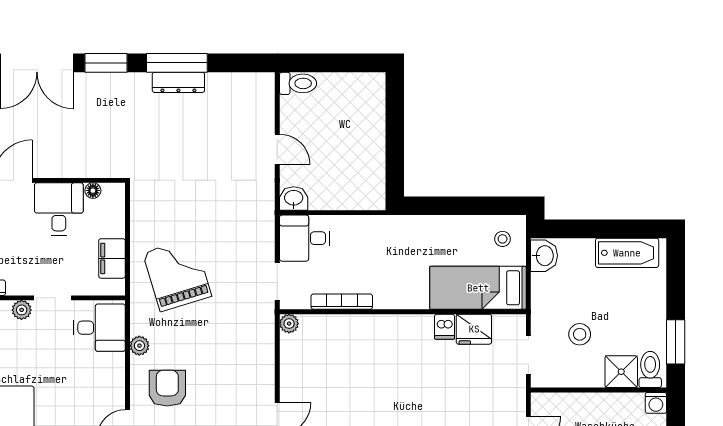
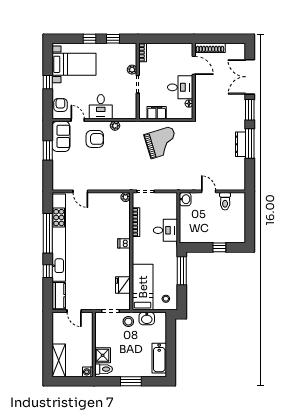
toilet: (298, 83) -> (225, 201), moved
window: (395, 127) -> (219, 247), added
door: (277, 149) -> (209, 191), swing flipped
window: (444, 206) -> (182, 271), added
desk: (305, 238) -> (165, 230), moved, turned 90
washbasin: (544, 256) -> (147, 319), moved
grand piano: (177, 275) -> (162, 142), moved
dishwasher: (445, 327) -> (124, 243), moved
desk: (100, 328) -> (101, 107), moved
stool: (580, 334) -> (128, 322), moved
window: (676, 342) -> (131, 381), moved

